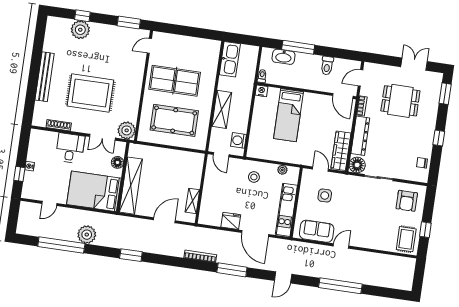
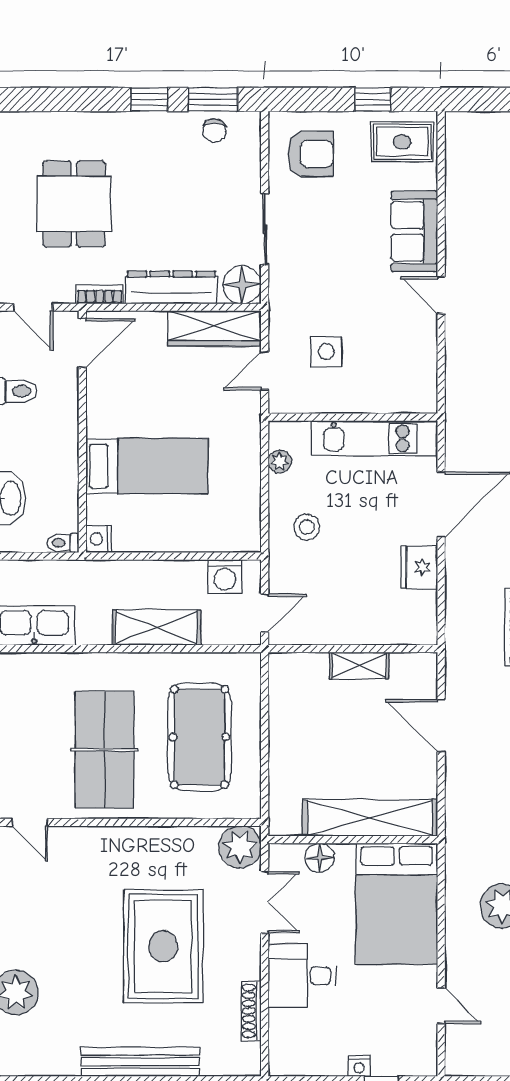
window: (445, 94) -> (213, 99), moved
shelving: (192, 201) -> (359, 665), moved
sofa: (317, 231) -> (414, 231), moved

